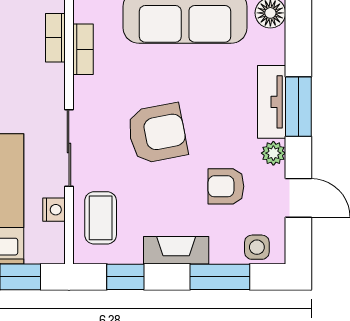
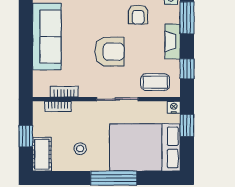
armchair: (157, 133) -> (110, 52), turned 101
nightstand: (54, 210) -> (174, 107), moved

